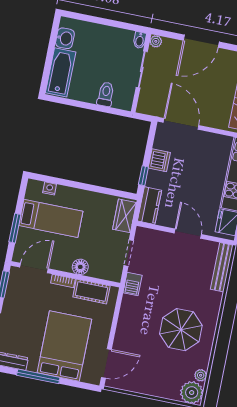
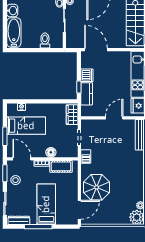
kitchen counter: (150, 206) -> (87, 94), moved
door: (188, 234) -> (114, 118), hinge flipped
door: (34, 268) -> (22, 159), hinge flipped
stool: (18, 298) -> (16, 180), added
parasol: (181, 330) -> (97, 187), moved
bed: (64, 346) -> (46, 204), width x0.67

